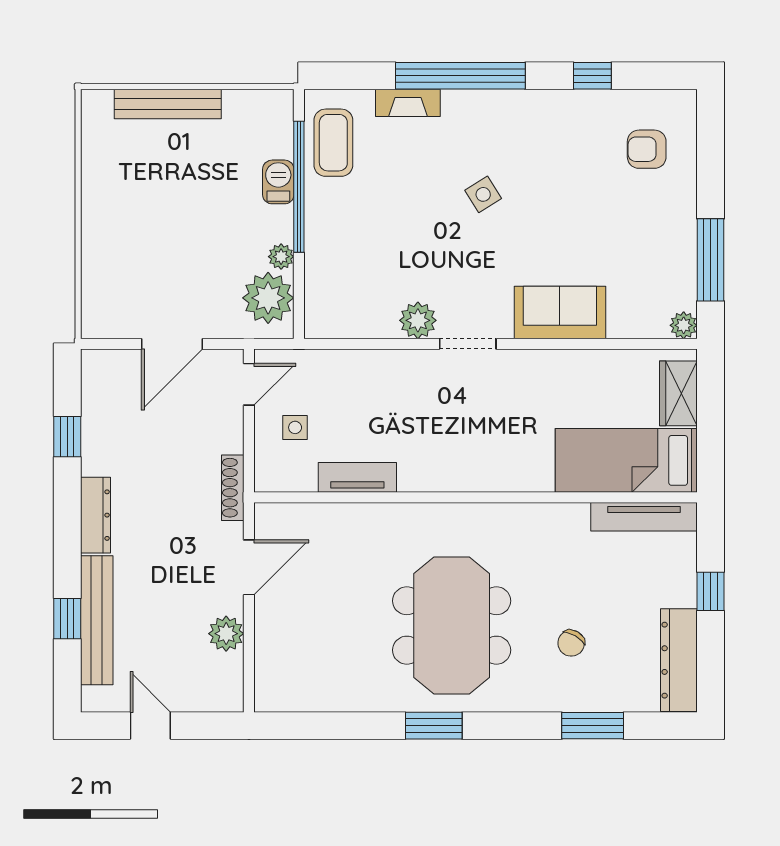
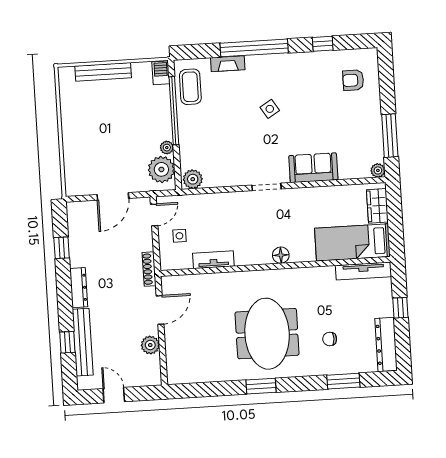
barbecue: (278, 182) -> (161, 73), moved
plant: (418, 320) -> (193, 179), moved
floor lamp: (487, 476) -> (281, 255), added
chair: (571, 643) -> (330, 339), turned 59

